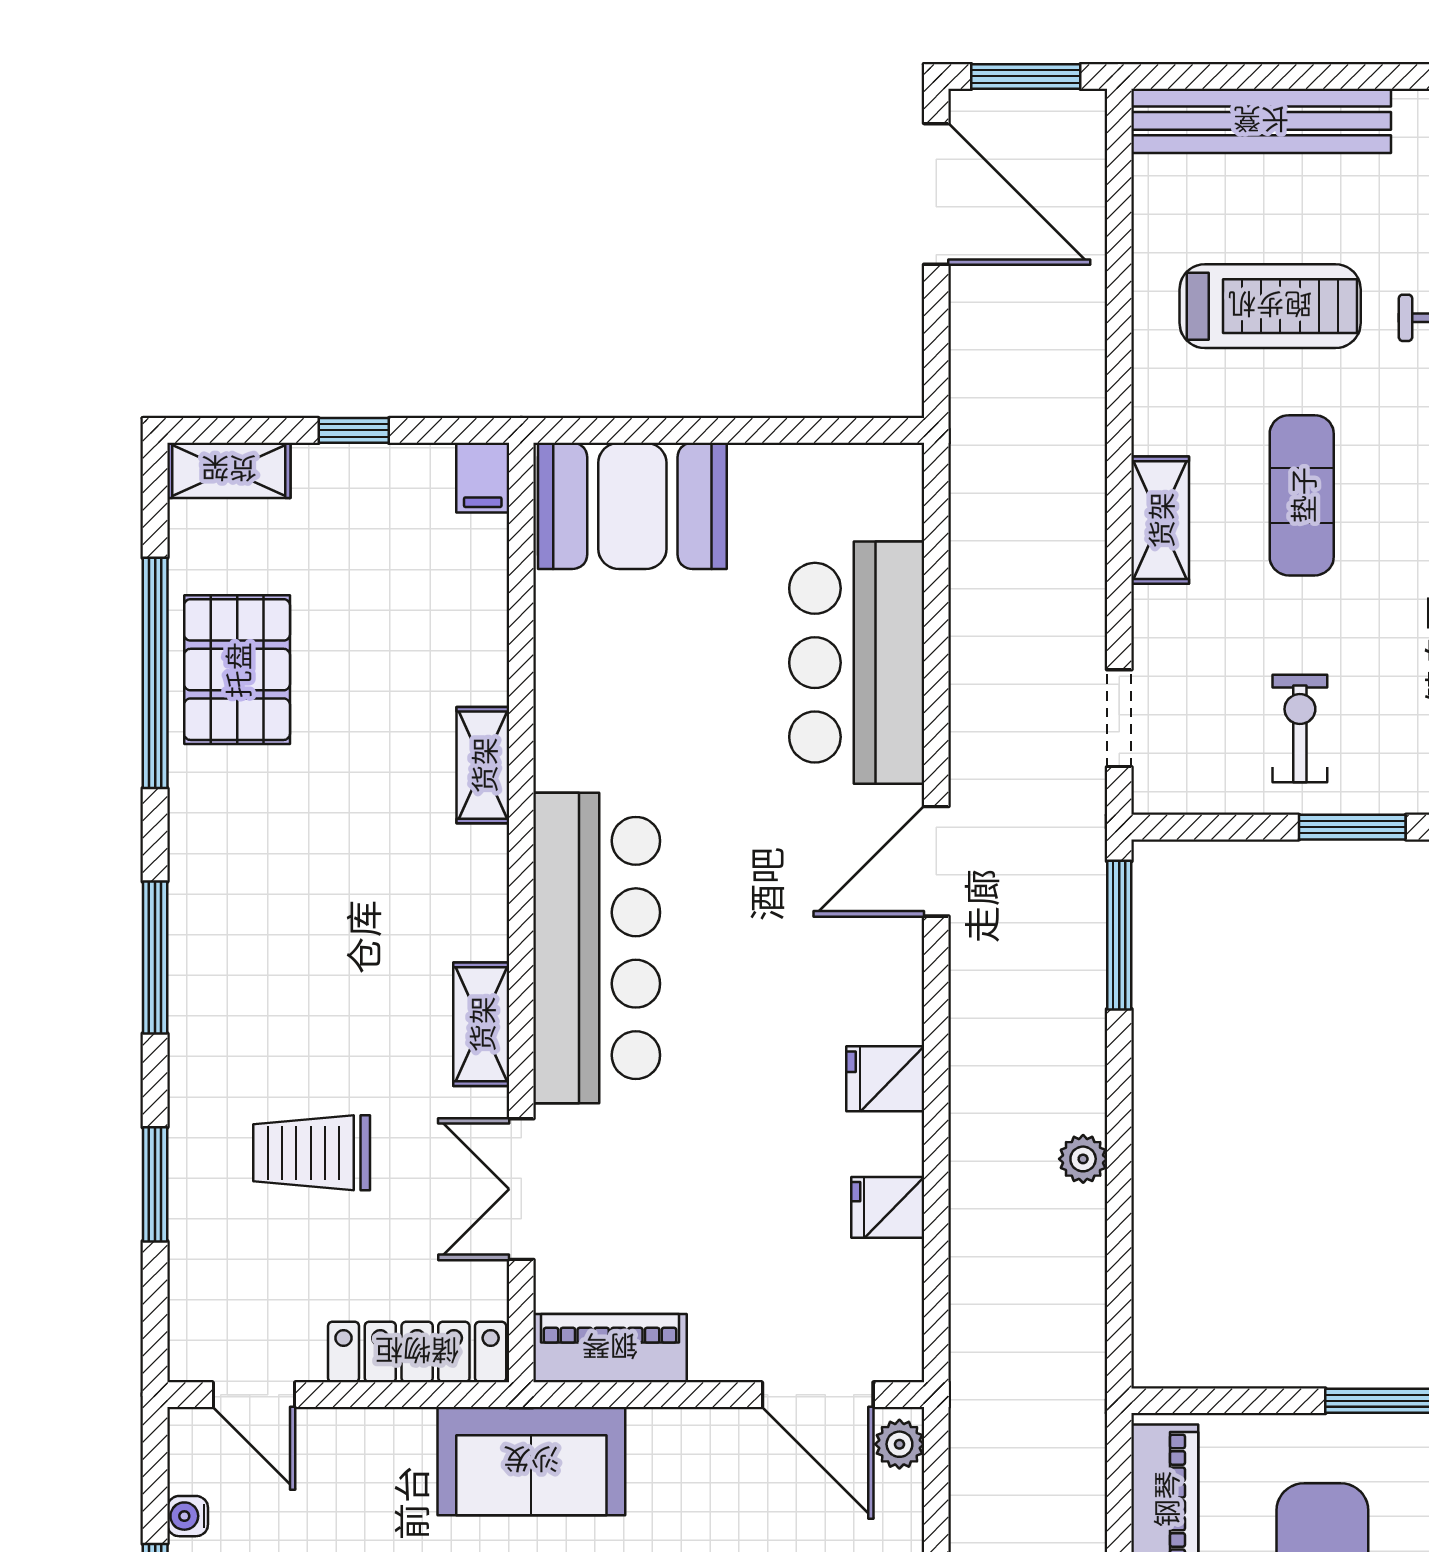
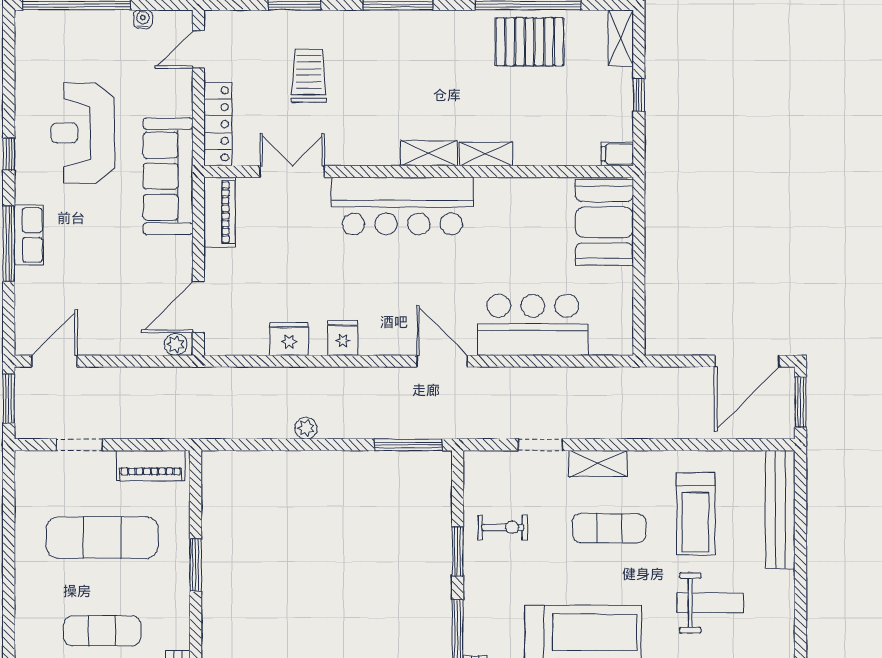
doorway: (1119, 718) -> (540, 445), moved
shelving: (481, 1024) -> (429, 153), moved
fridge: (888, 1207) -> (289, 339), width x1.38
sofa: (531, 1461) -> (168, 176), width x1.36

